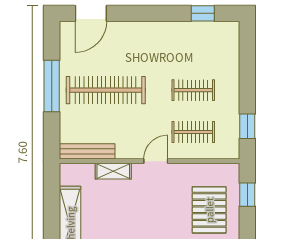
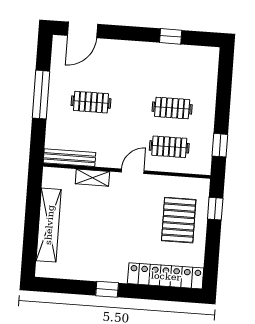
window: (203, 13) -> (171, 36), moved
clothes rail: (106, 90) -> (91, 102), width x0.54, depth x0.76

